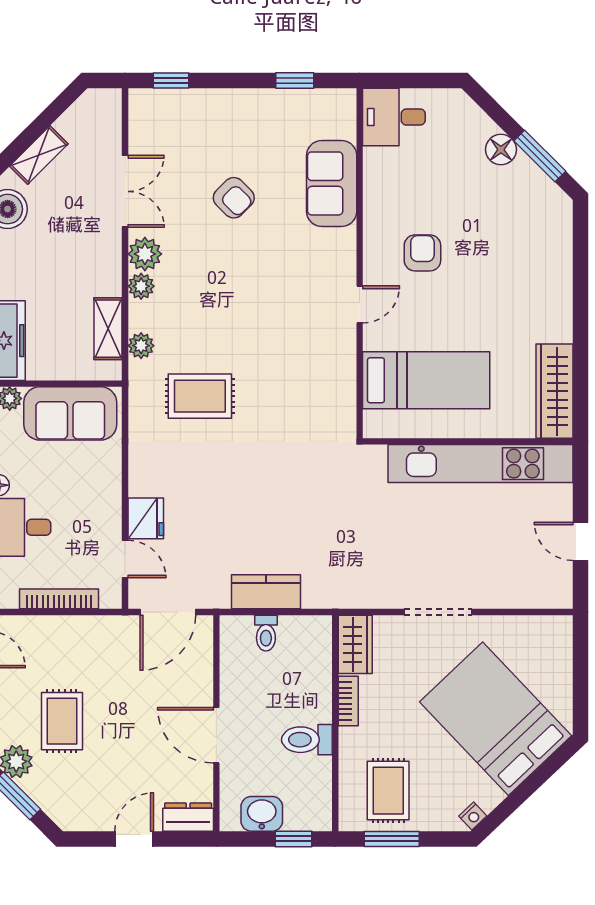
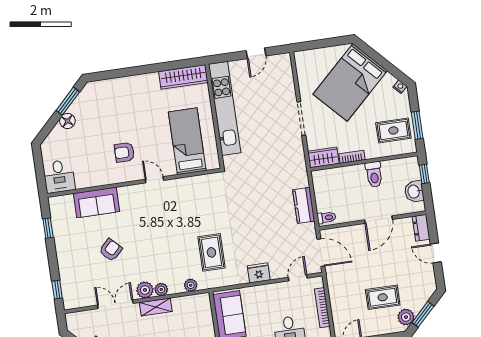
shelving: (108, 329) -> (156, 307), moved
fridge: (146, 518) -> (259, 273), moved
toilet: (266, 633) -> (326, 218), moved

